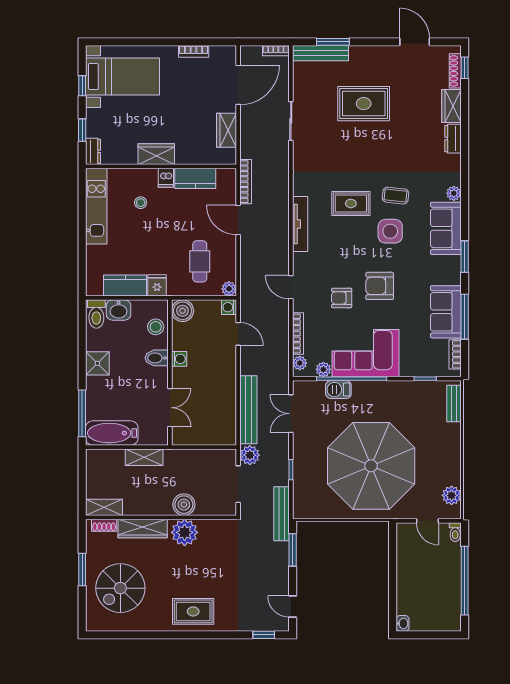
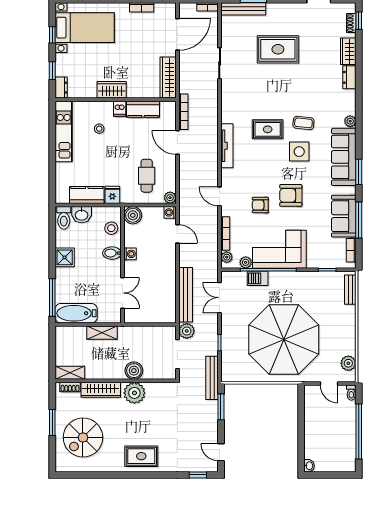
shoe rack: (455, 71) -> (351, 23), width x0.70
wardrobe: (227, 130) -> (168, 77), width x1.50
sofa: (446, 228) -> (344, 157), width x1.36

